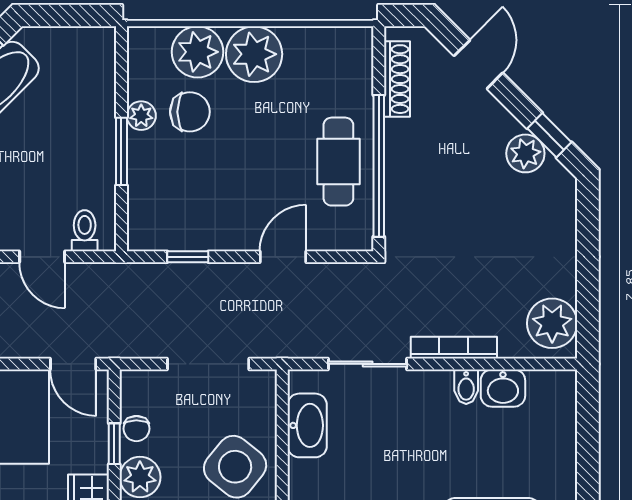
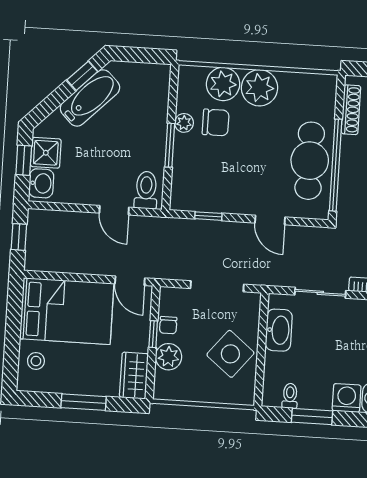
cafe table: (338, 162) -> (310, 161), width x1.37, depth x1.35
toilet: (85, 231) -> (146, 190), width x1.37, depth x1.39
door: (283, 257) -> (270, 220), swing flipped

